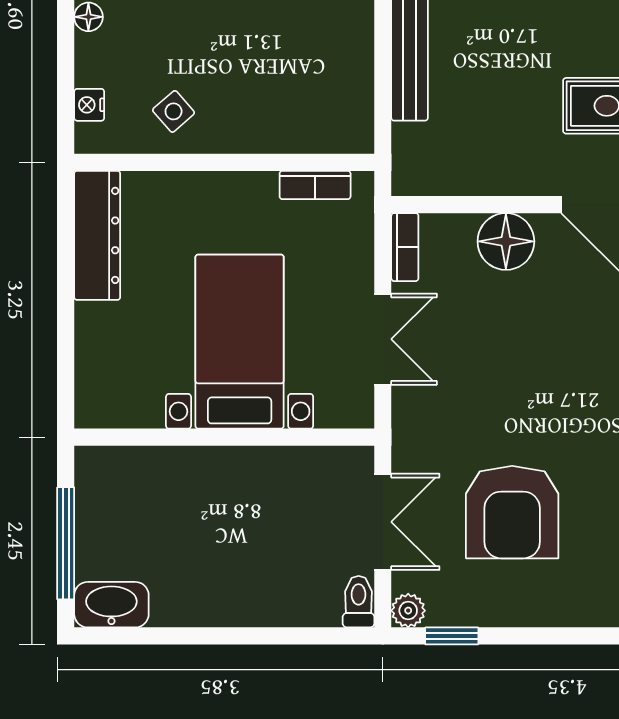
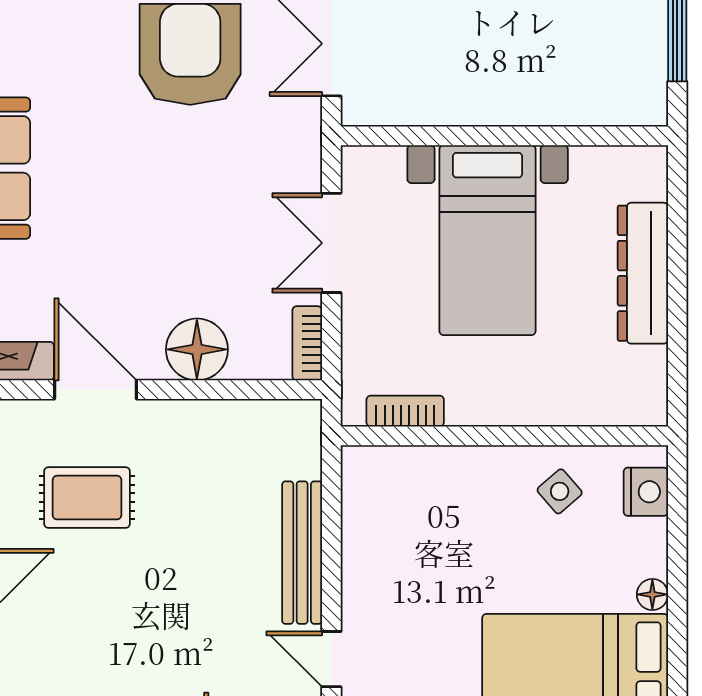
nightstand: (89, 105) -> (646, 492), width x1.39, depth x1.35
dresser: (97, 235) -> (643, 273), moved

